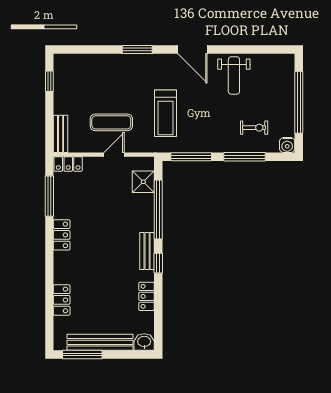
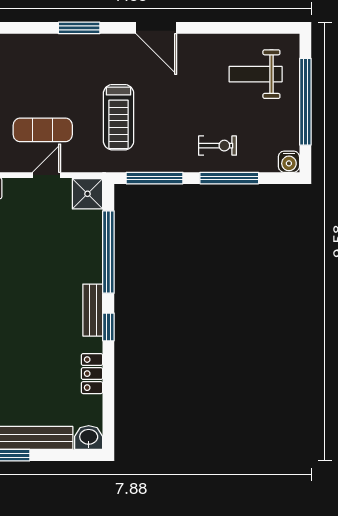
weight bench: (234, 75) -> (256, 74), moved, turned 90
exercise bike: (254, 128) -> (217, 146), moved
shower: (143, 182) -> (87, 194), moved

